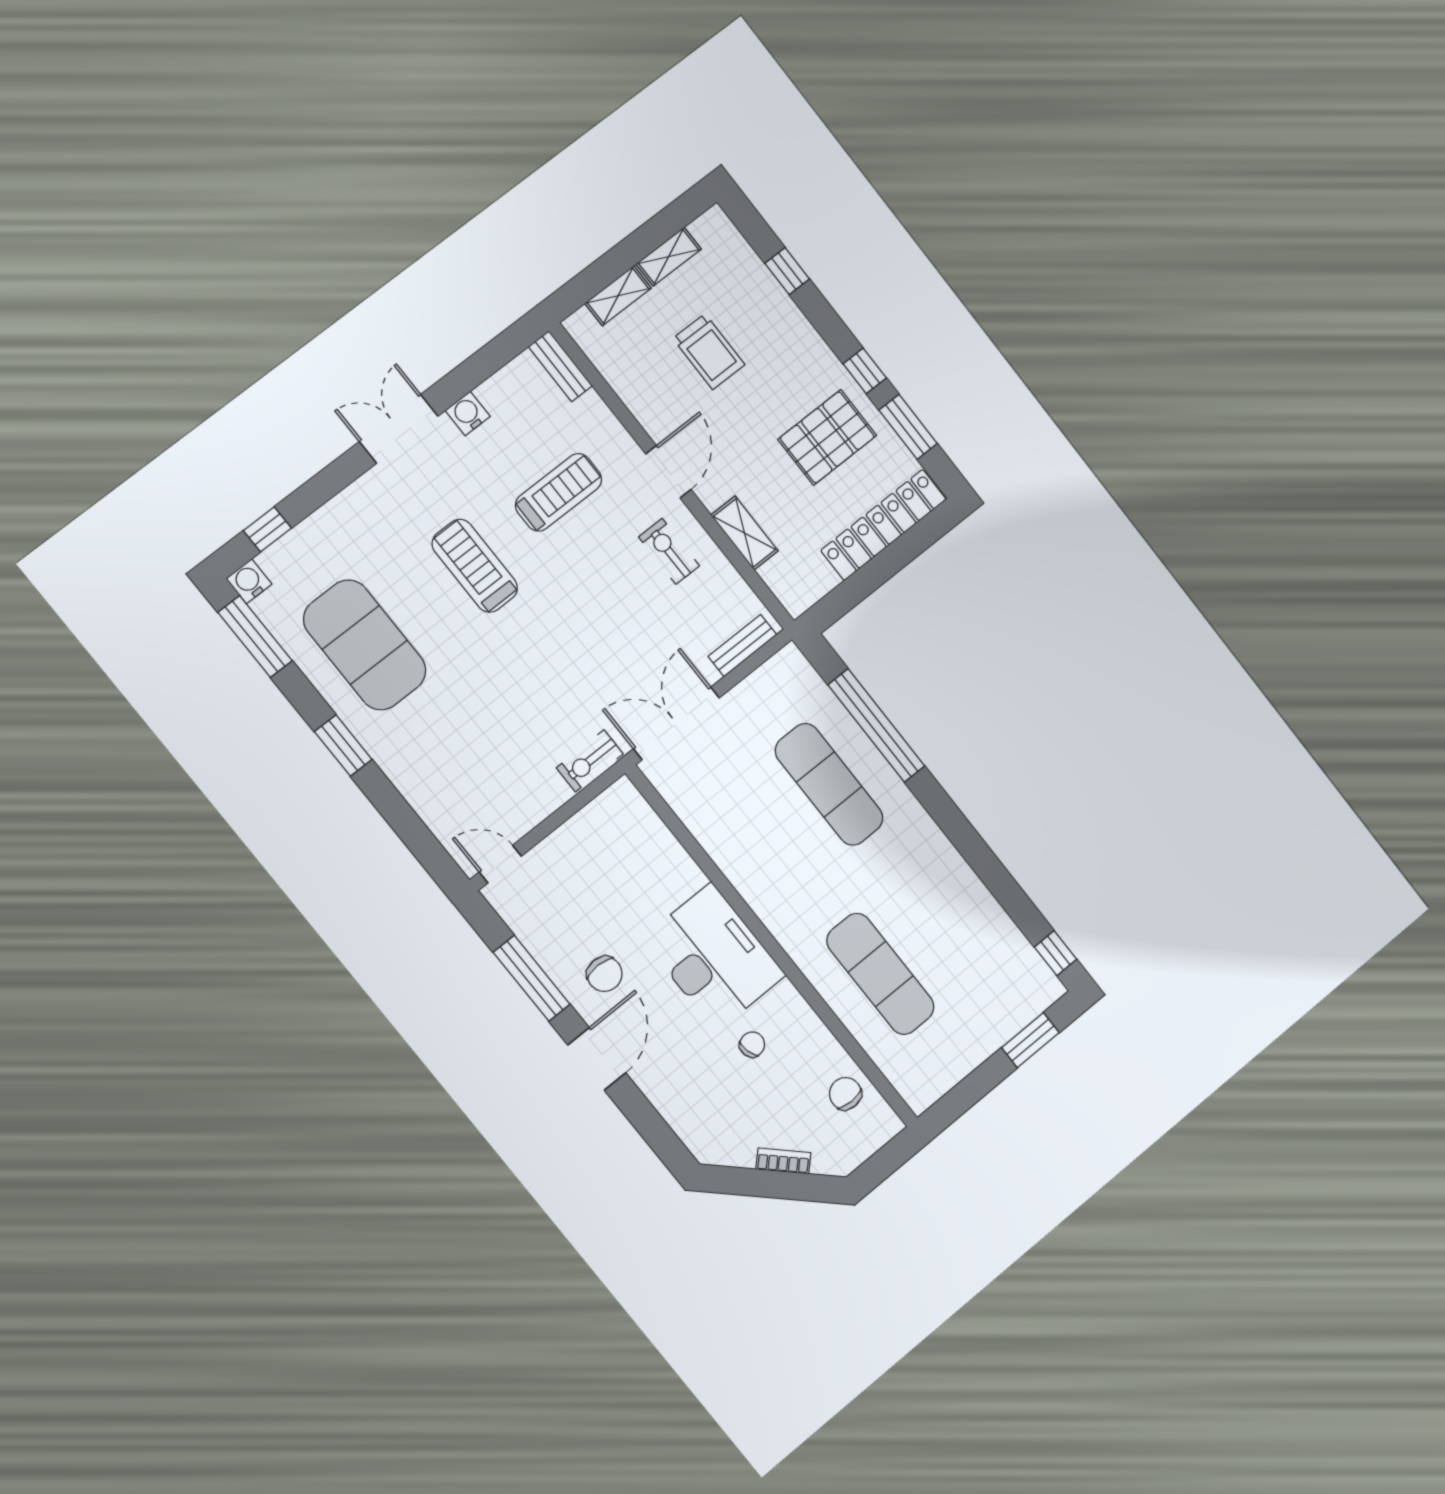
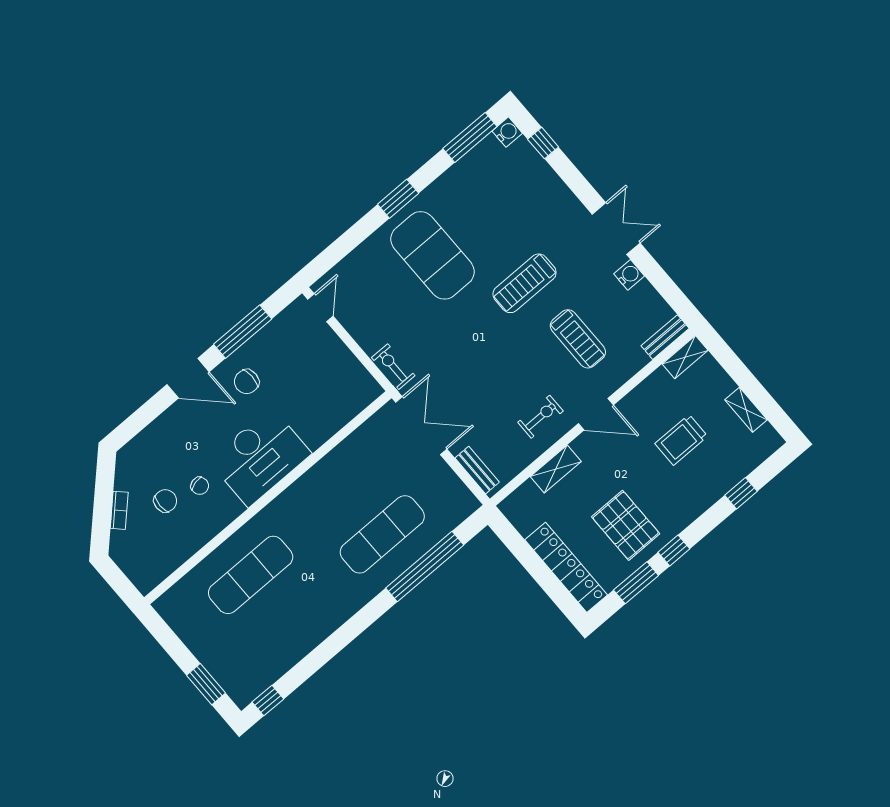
shelving: (618, 296) -> (685, 357), moved, turned 90
treadmill: (475, 566) -> (525, 283), turned 180
exercise mat: (365, 645) -> (433, 255), moved, turned 90
chair: (845, 1094) -> (165, 501), moved

